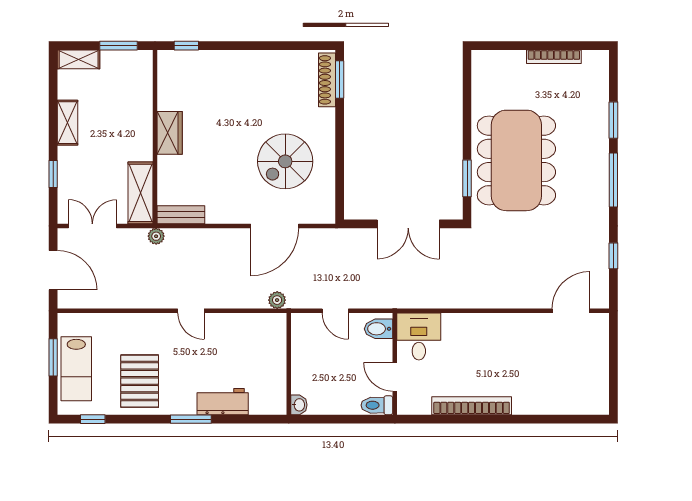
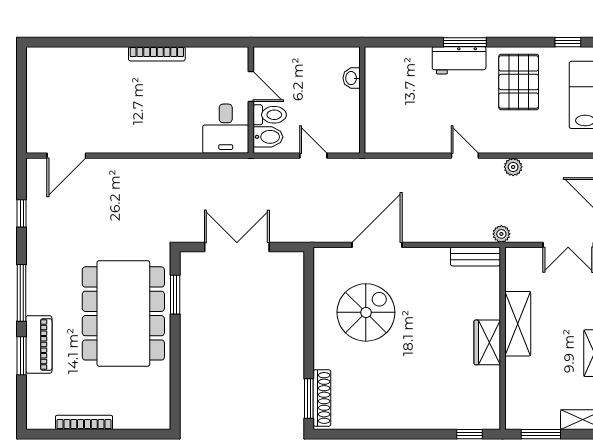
piano: (597, 131) -> (39, 344), added
shelving: (141, 193) -> (518, 324), moved
plant: (277, 300) -> (513, 167), moved
workbench: (223, 402) -> (459, 60), moved
washbasin: (299, 405) -> (352, 78), moved
toilet: (377, 405) -> (270, 115), moved
bookcase: (472, 406) -> (157, 54), width x0.68, depth x0.76

